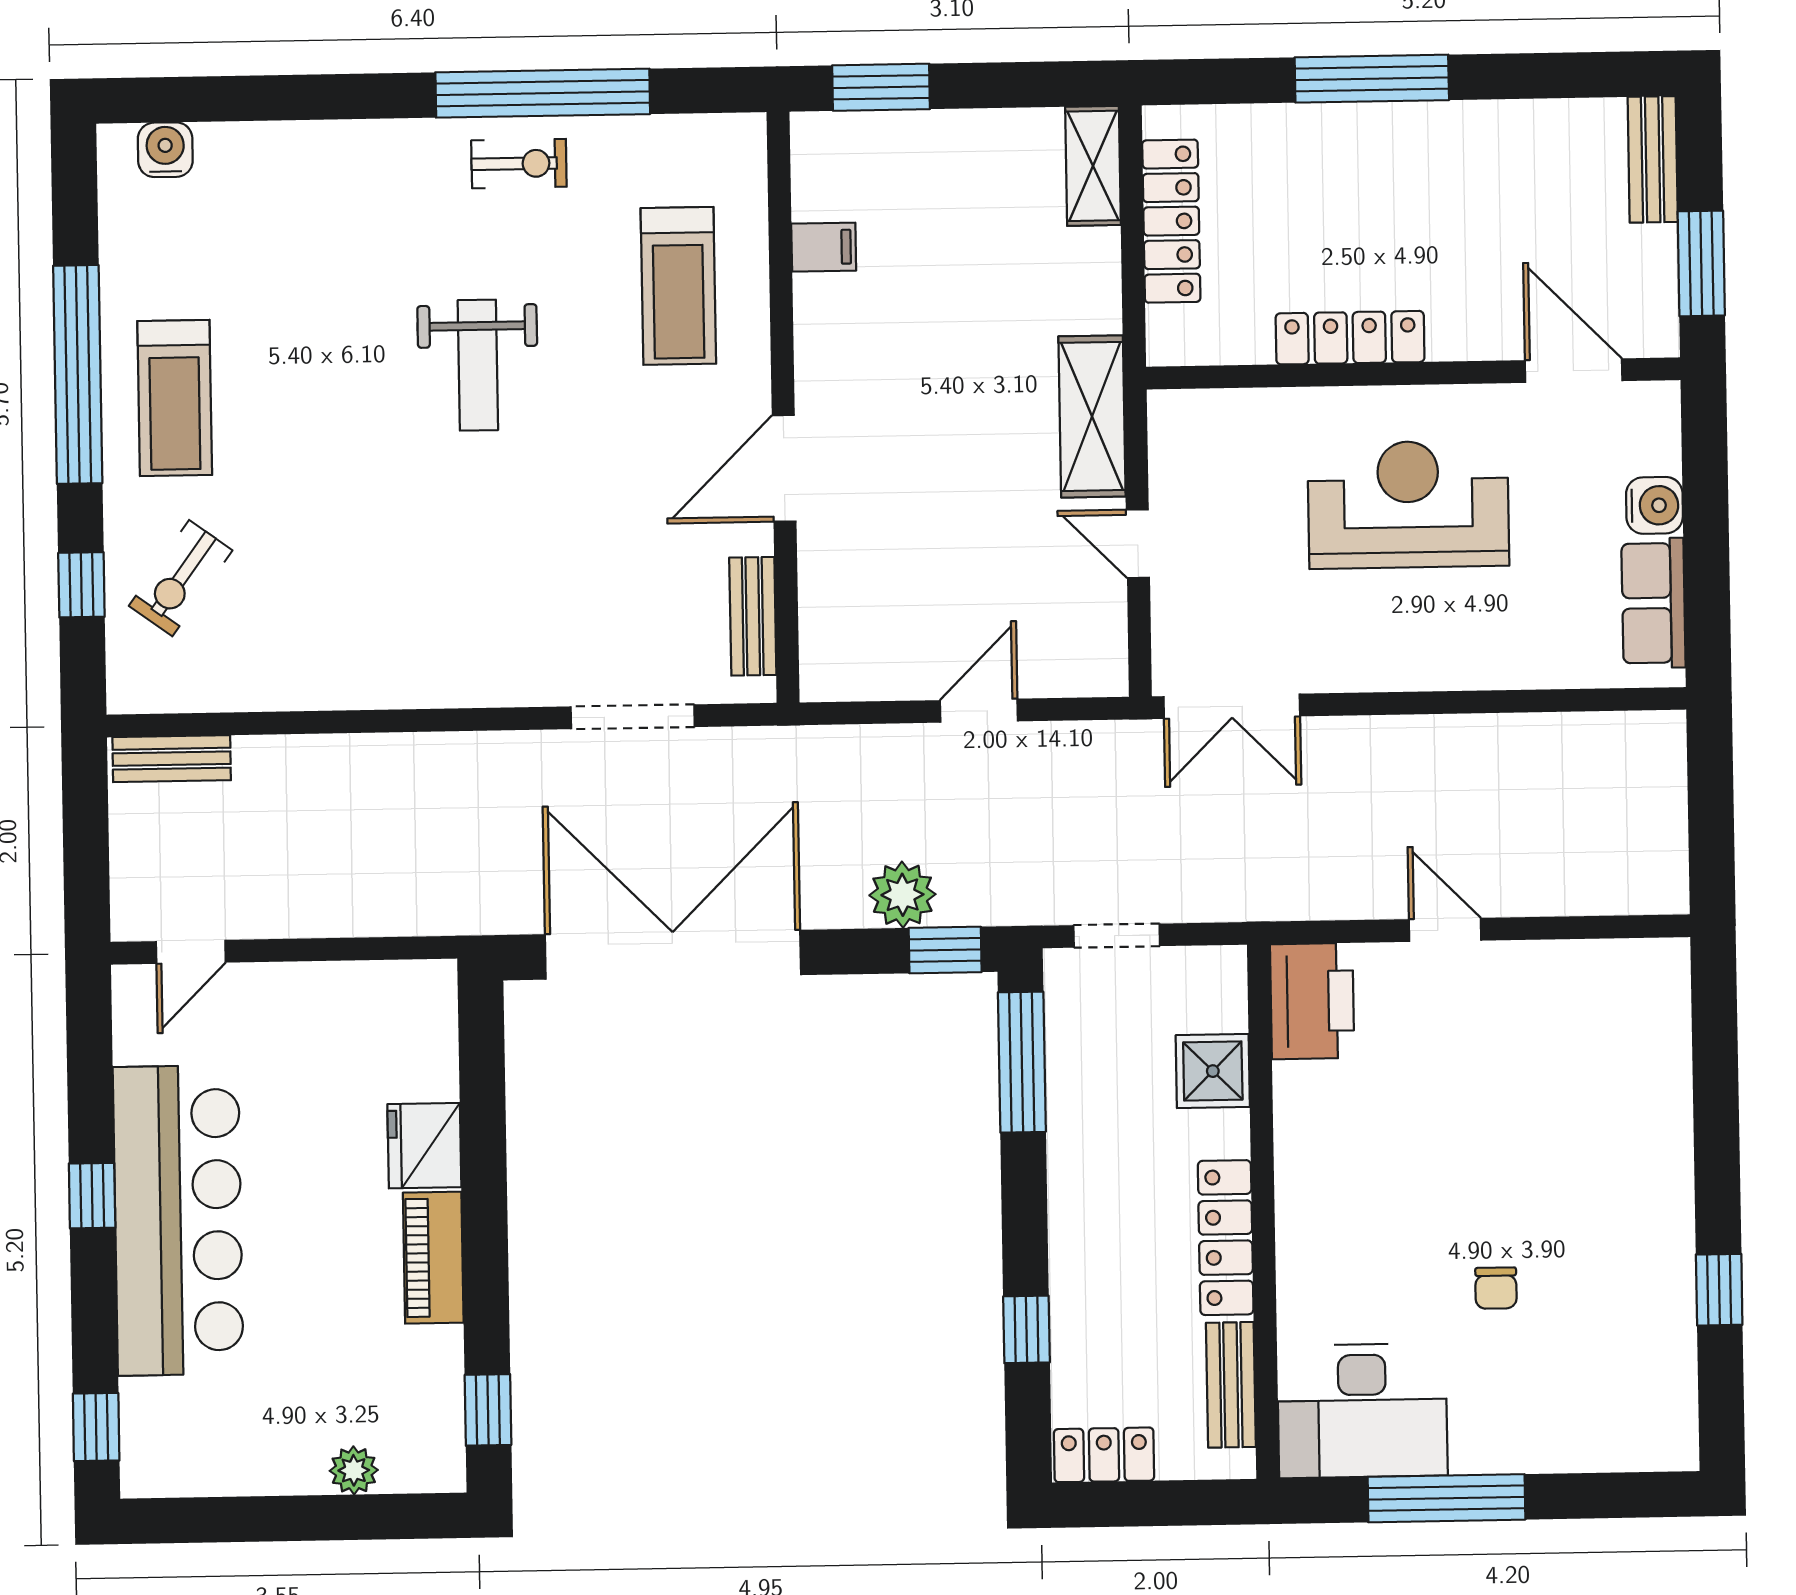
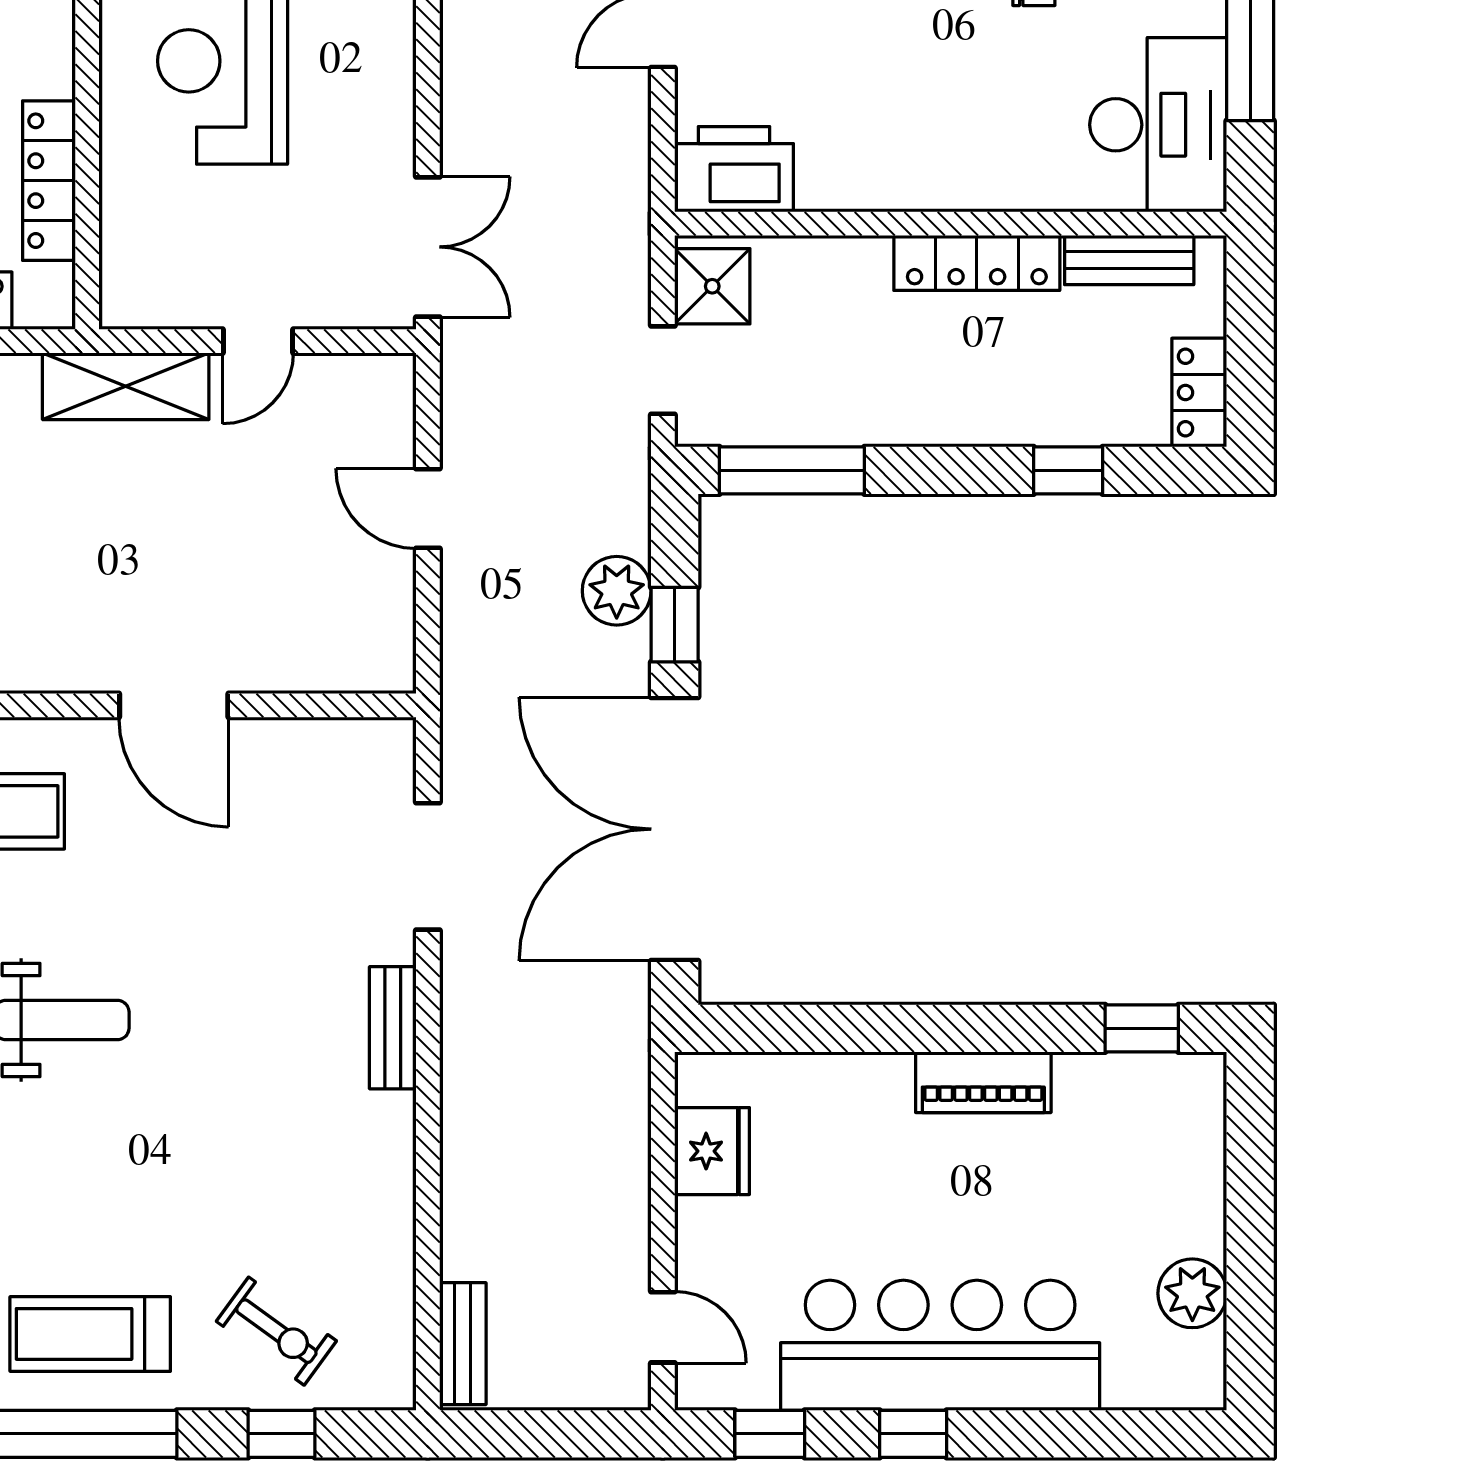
locker: (1350, 338) -> (49, 181), moved
treadmill: (175, 398) -> (90, 1334), turned 180
bench: (753, 616) -> (393, 1028), moved, turned 90
window: (945, 950) -> (675, 625), moved
shower: (1213, 1071) -> (712, 286), moved
fridge: (424, 1146) -> (712, 1151), moved, turned -90
window: (96, 1427) -> (770, 1434), moved
plant: (354, 1470) -> (1192, 1293), moved, width x1.38, depth x1.38

